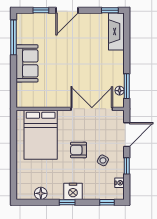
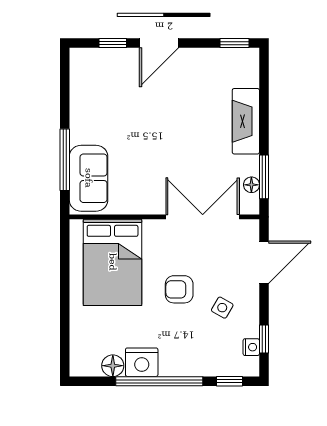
fireplace: (116, 31) -> (246, 121), moved
window: (14, 37) -> (65, 160), moved
sofa: (27, 63) -> (89, 178), moved
window: (127, 166) -> (264, 339), moved
nightstand: (73, 191) -> (142, 362), moved
window: (67, 202) -> (159, 381), width x3.17

